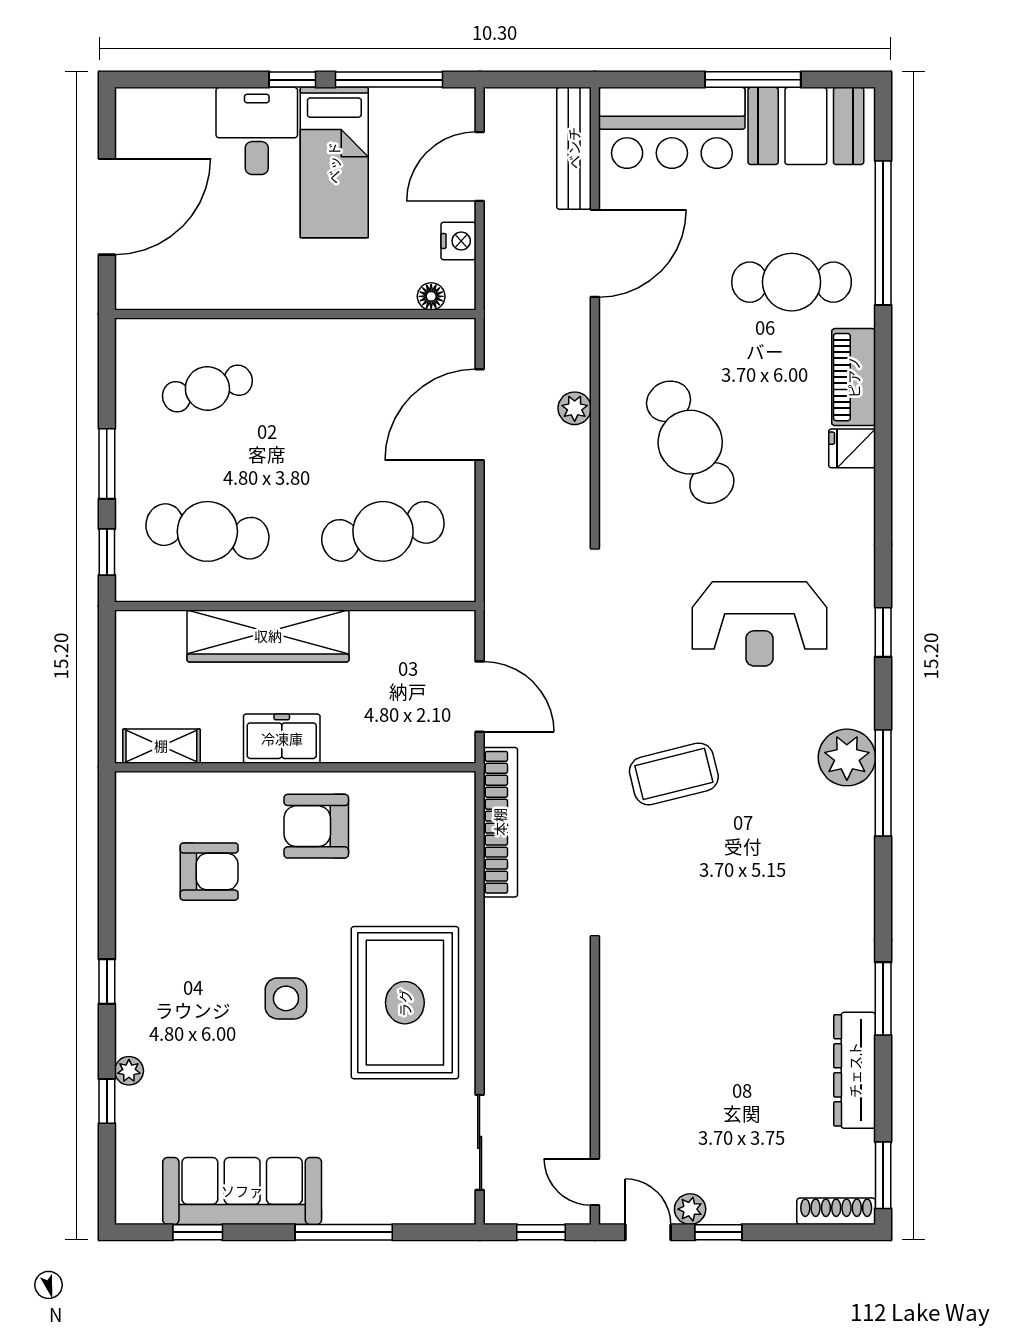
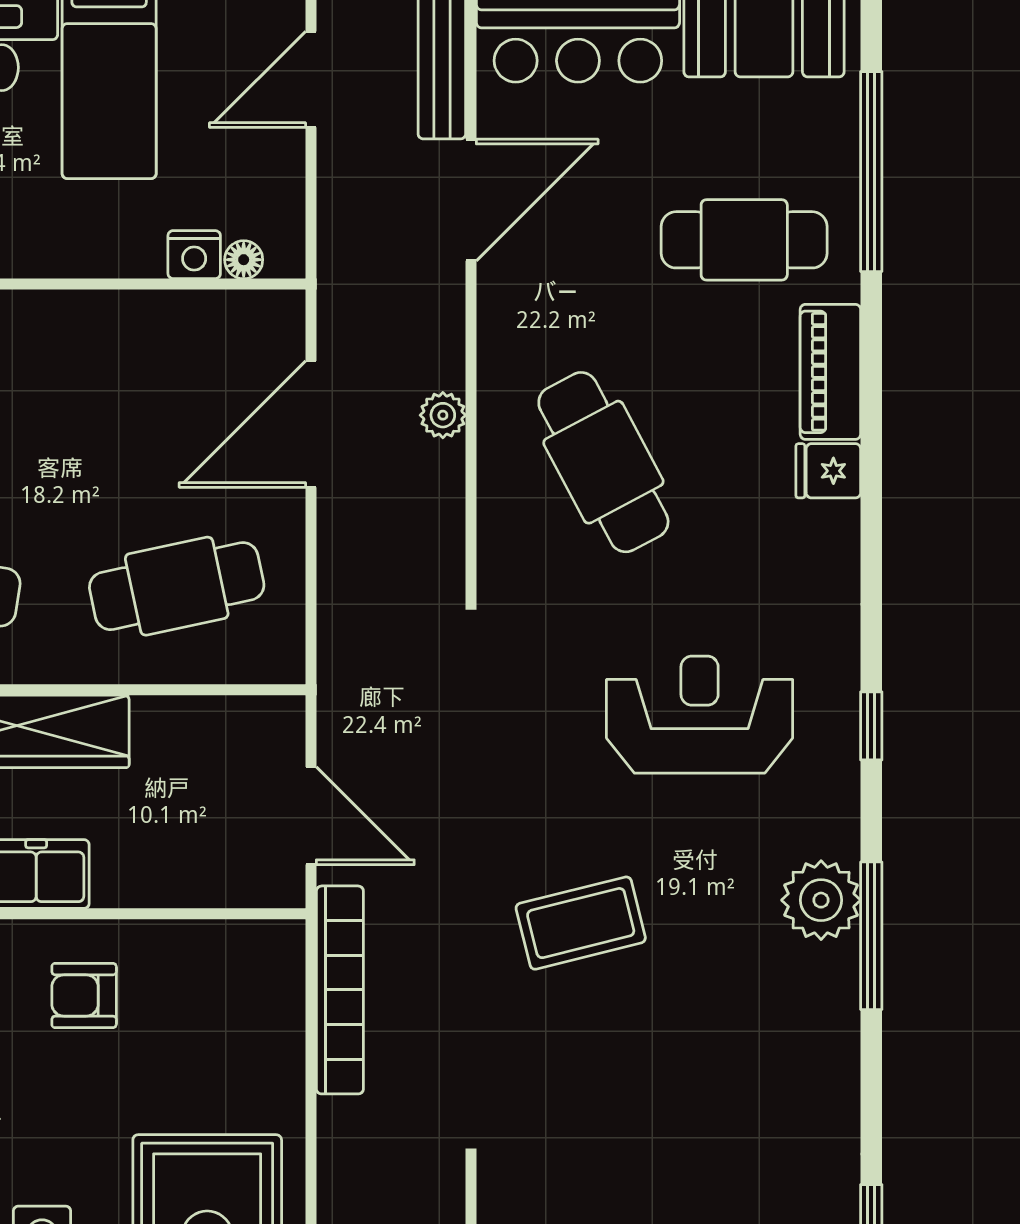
nightstand: (458, 241) -> (194, 255), moved, turned 90
reception desk: (759, 624) -> (700, 715), turned 180
armchair: (316, 826) -> (84, 995), width x0.72, depth x0.72

